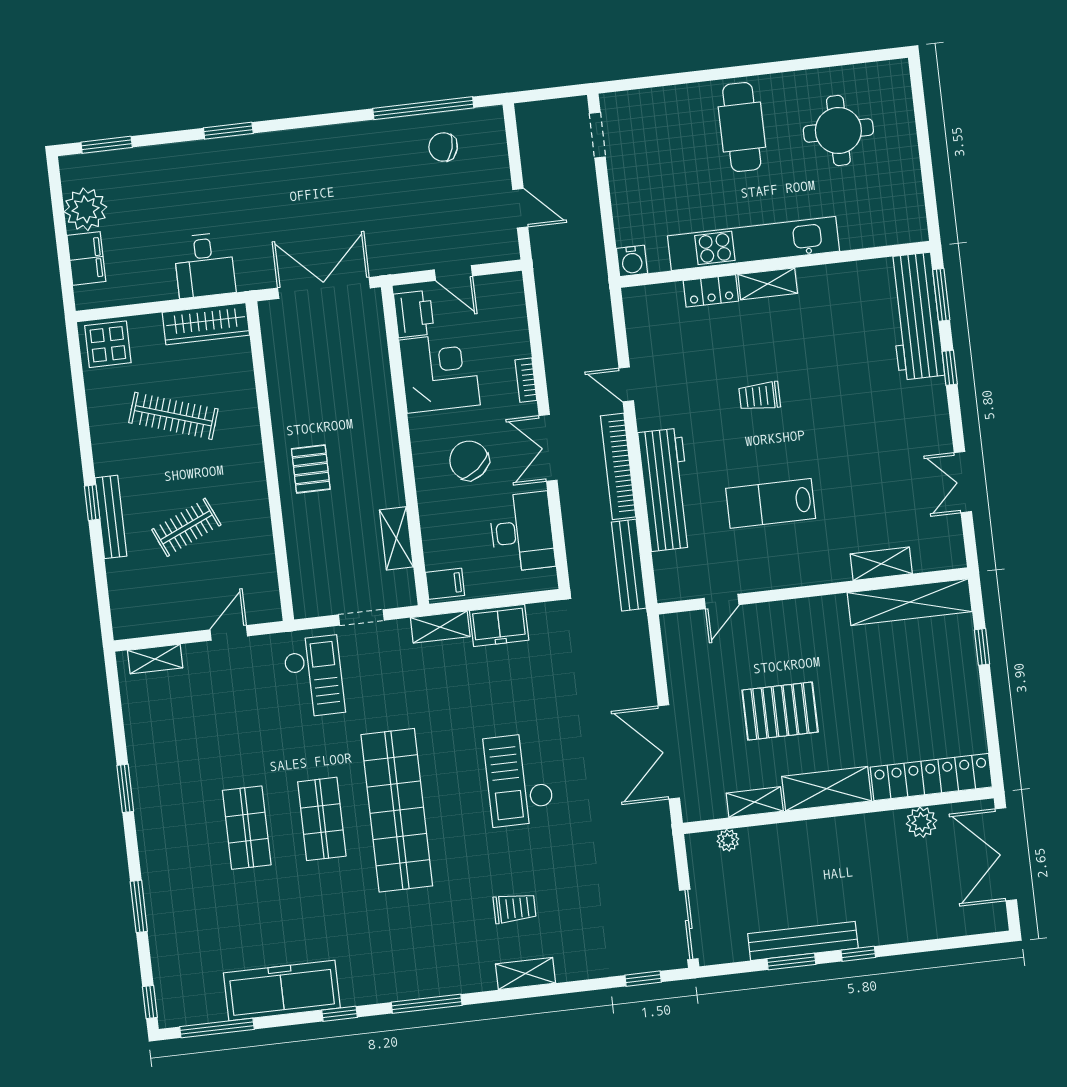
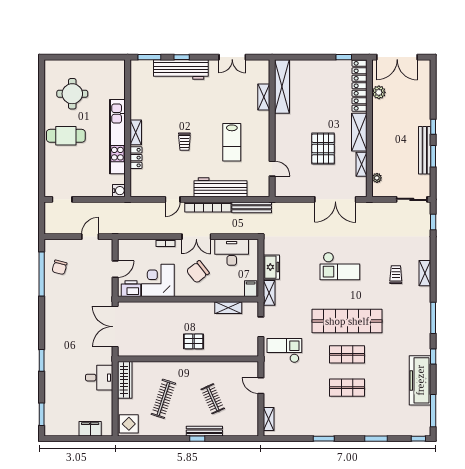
plant: (86, 209) -> (69, 427), removed
workbench: (915, 316) -> (181, 70), moved
window: (982, 647) -> (344, 57), moved

